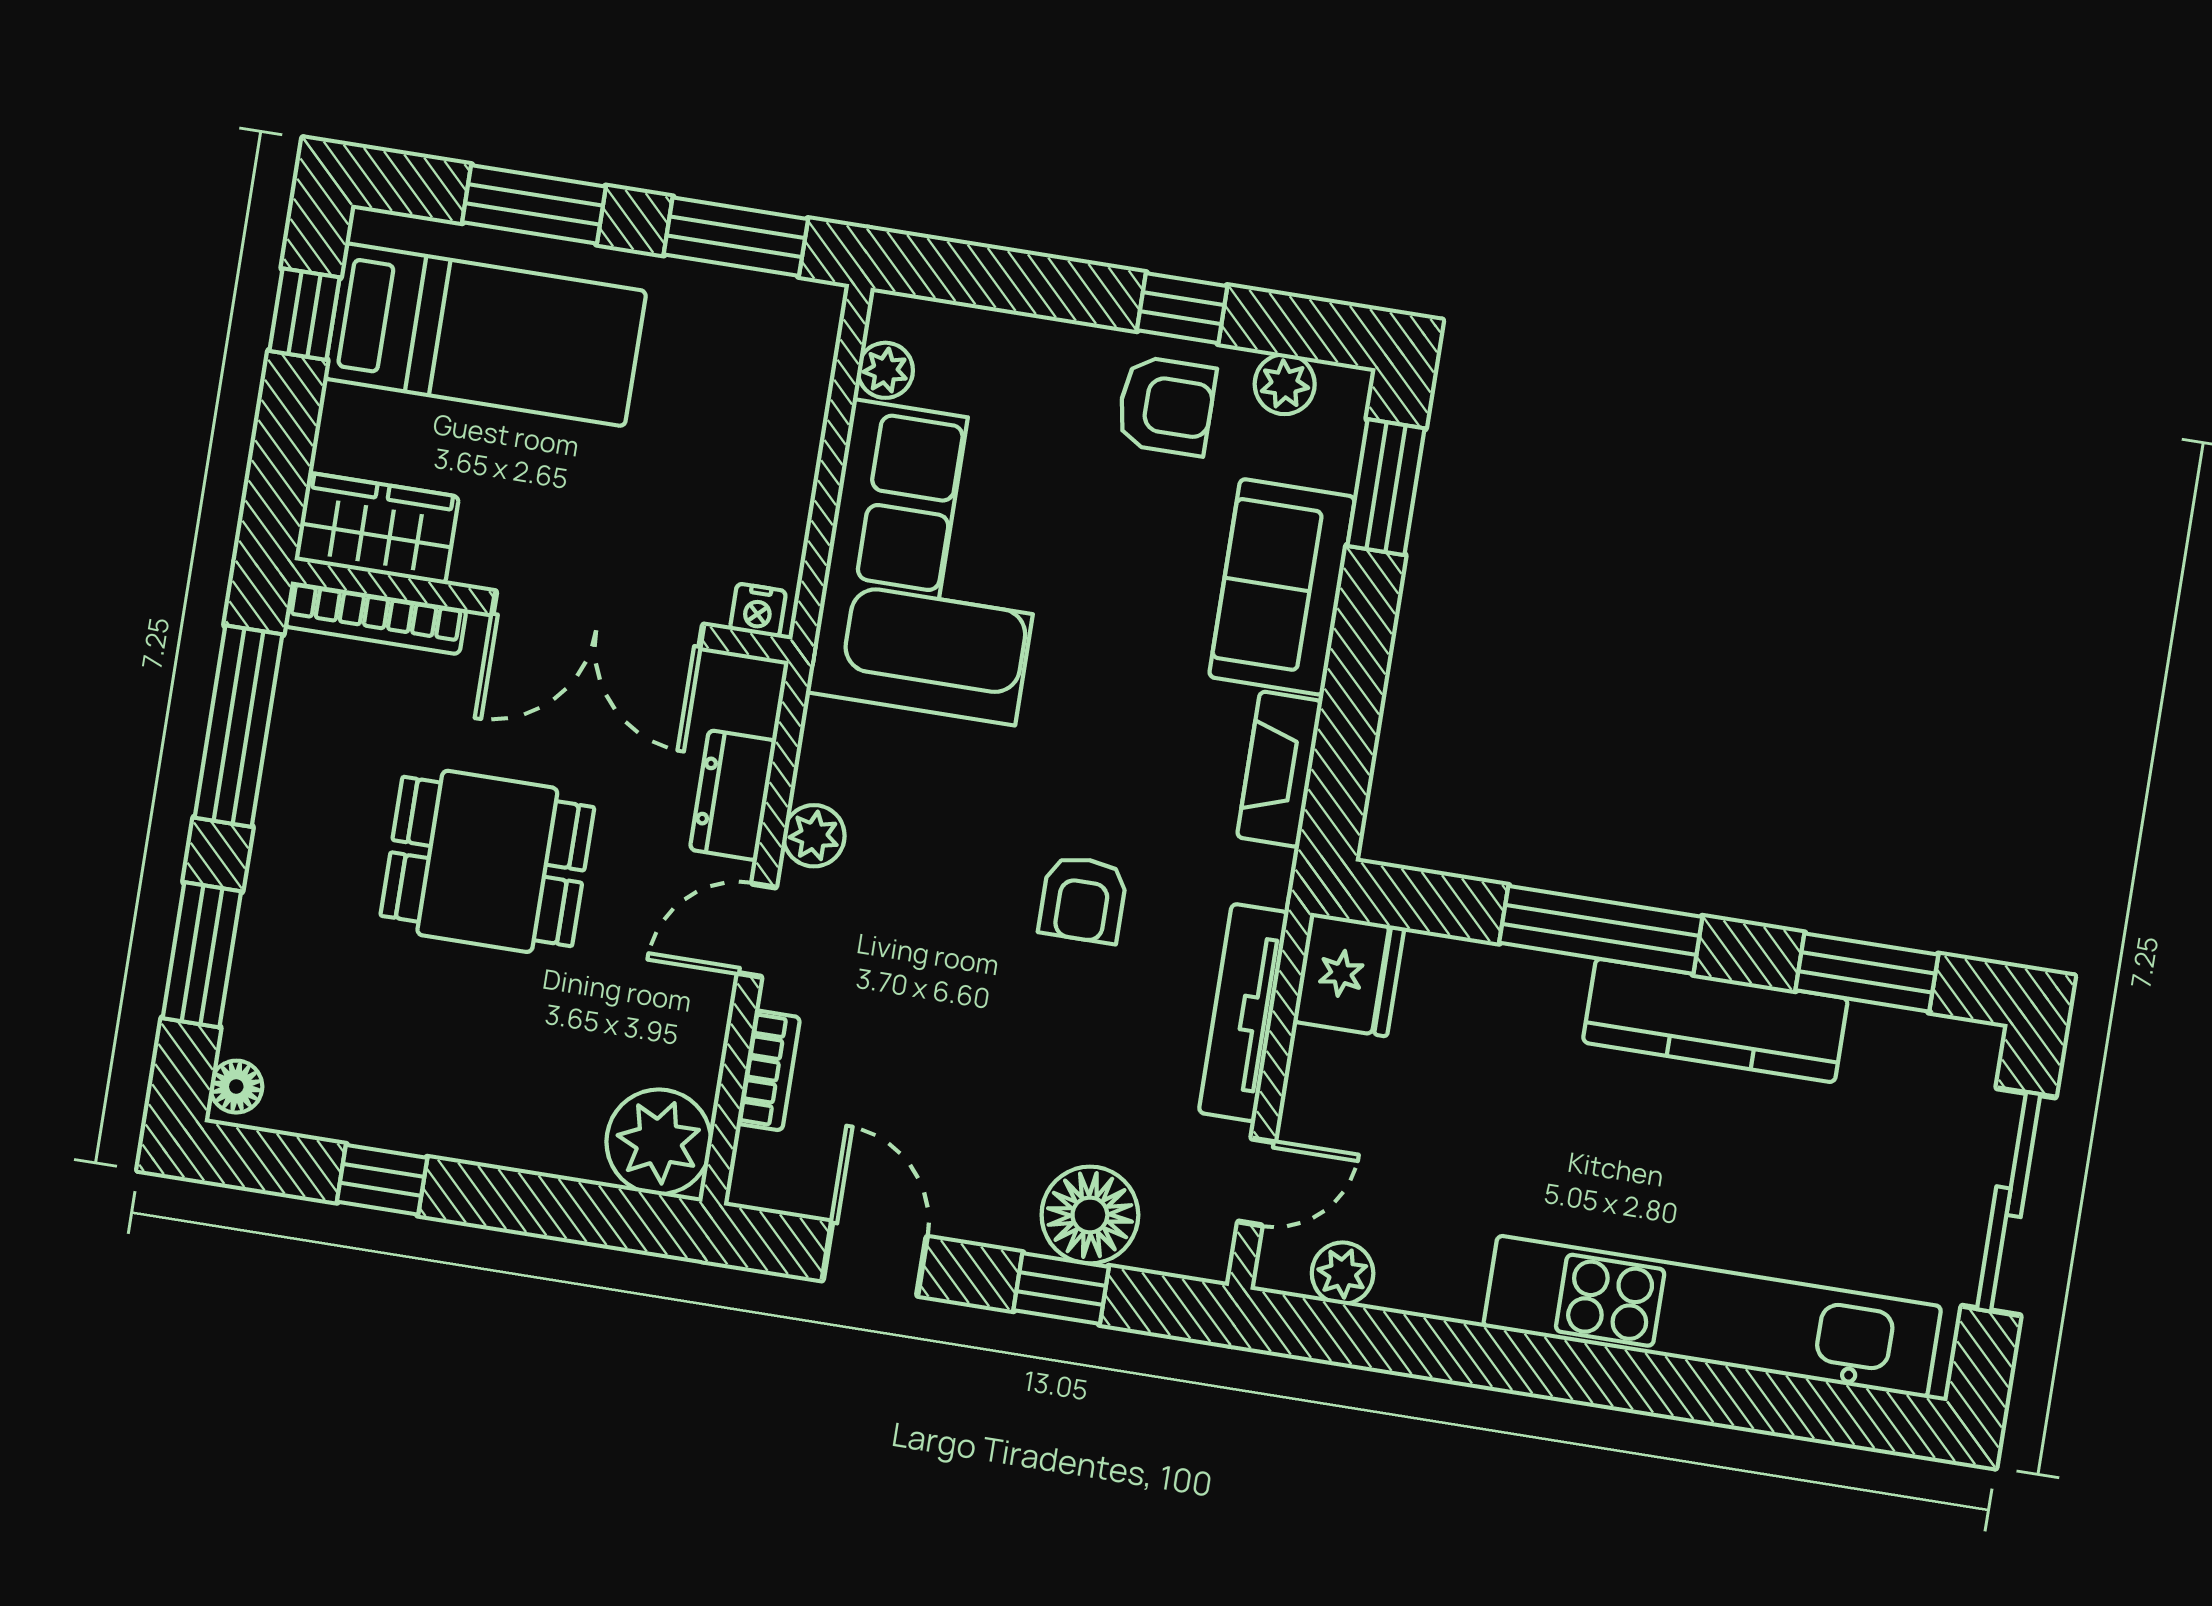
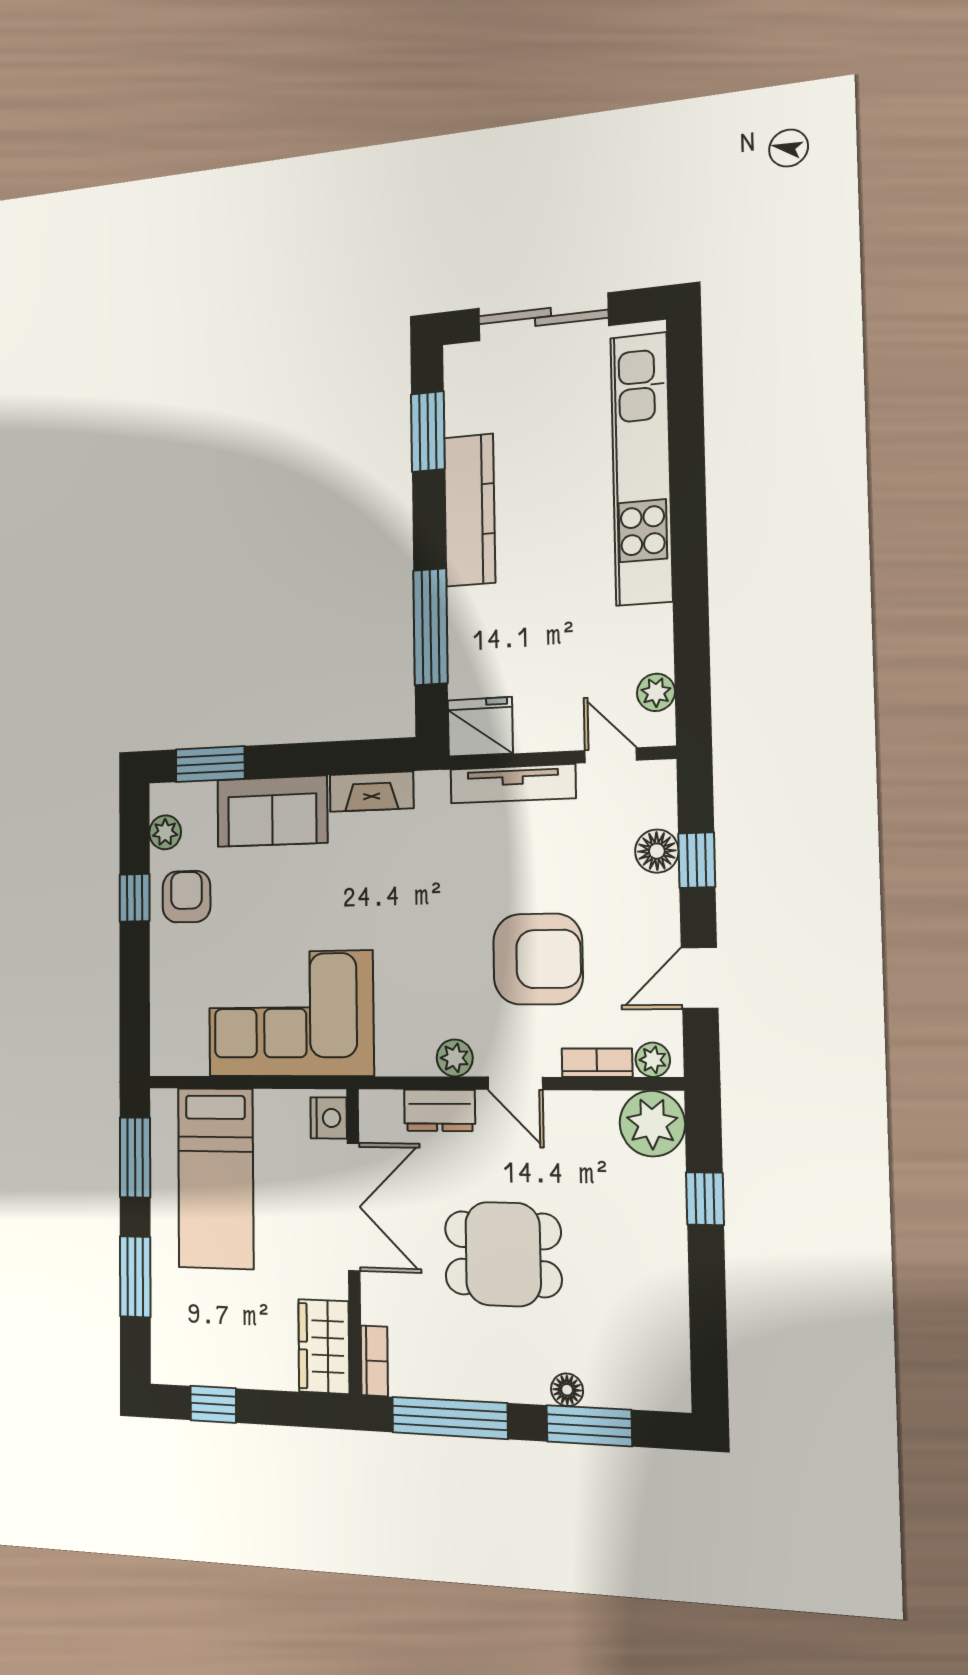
bed: (485, 335) -> (216, 1178), moved, turned 180
plant: (885, 370) -> (653, 1060), moved
nightstand: (758, 610) -> (329, 1118), width x1.39, depth x1.35
bookcase: (375, 618) -> (374, 1361), width x0.64
dining table: (487, 861) -> (503, 1254), turned 90
armchair: (1083, 899) -> (538, 959), moved, width x1.88, depth x1.88
window: (1601, 930) -> (430, 627), moved
floor lamp: (236, 1087) -> (567, 1390), moved
window: (382, 1180) -> (705, 1199), moved
floor lamp: (1090, 1215) -> (657, 851), width x0.73, depth x0.73

